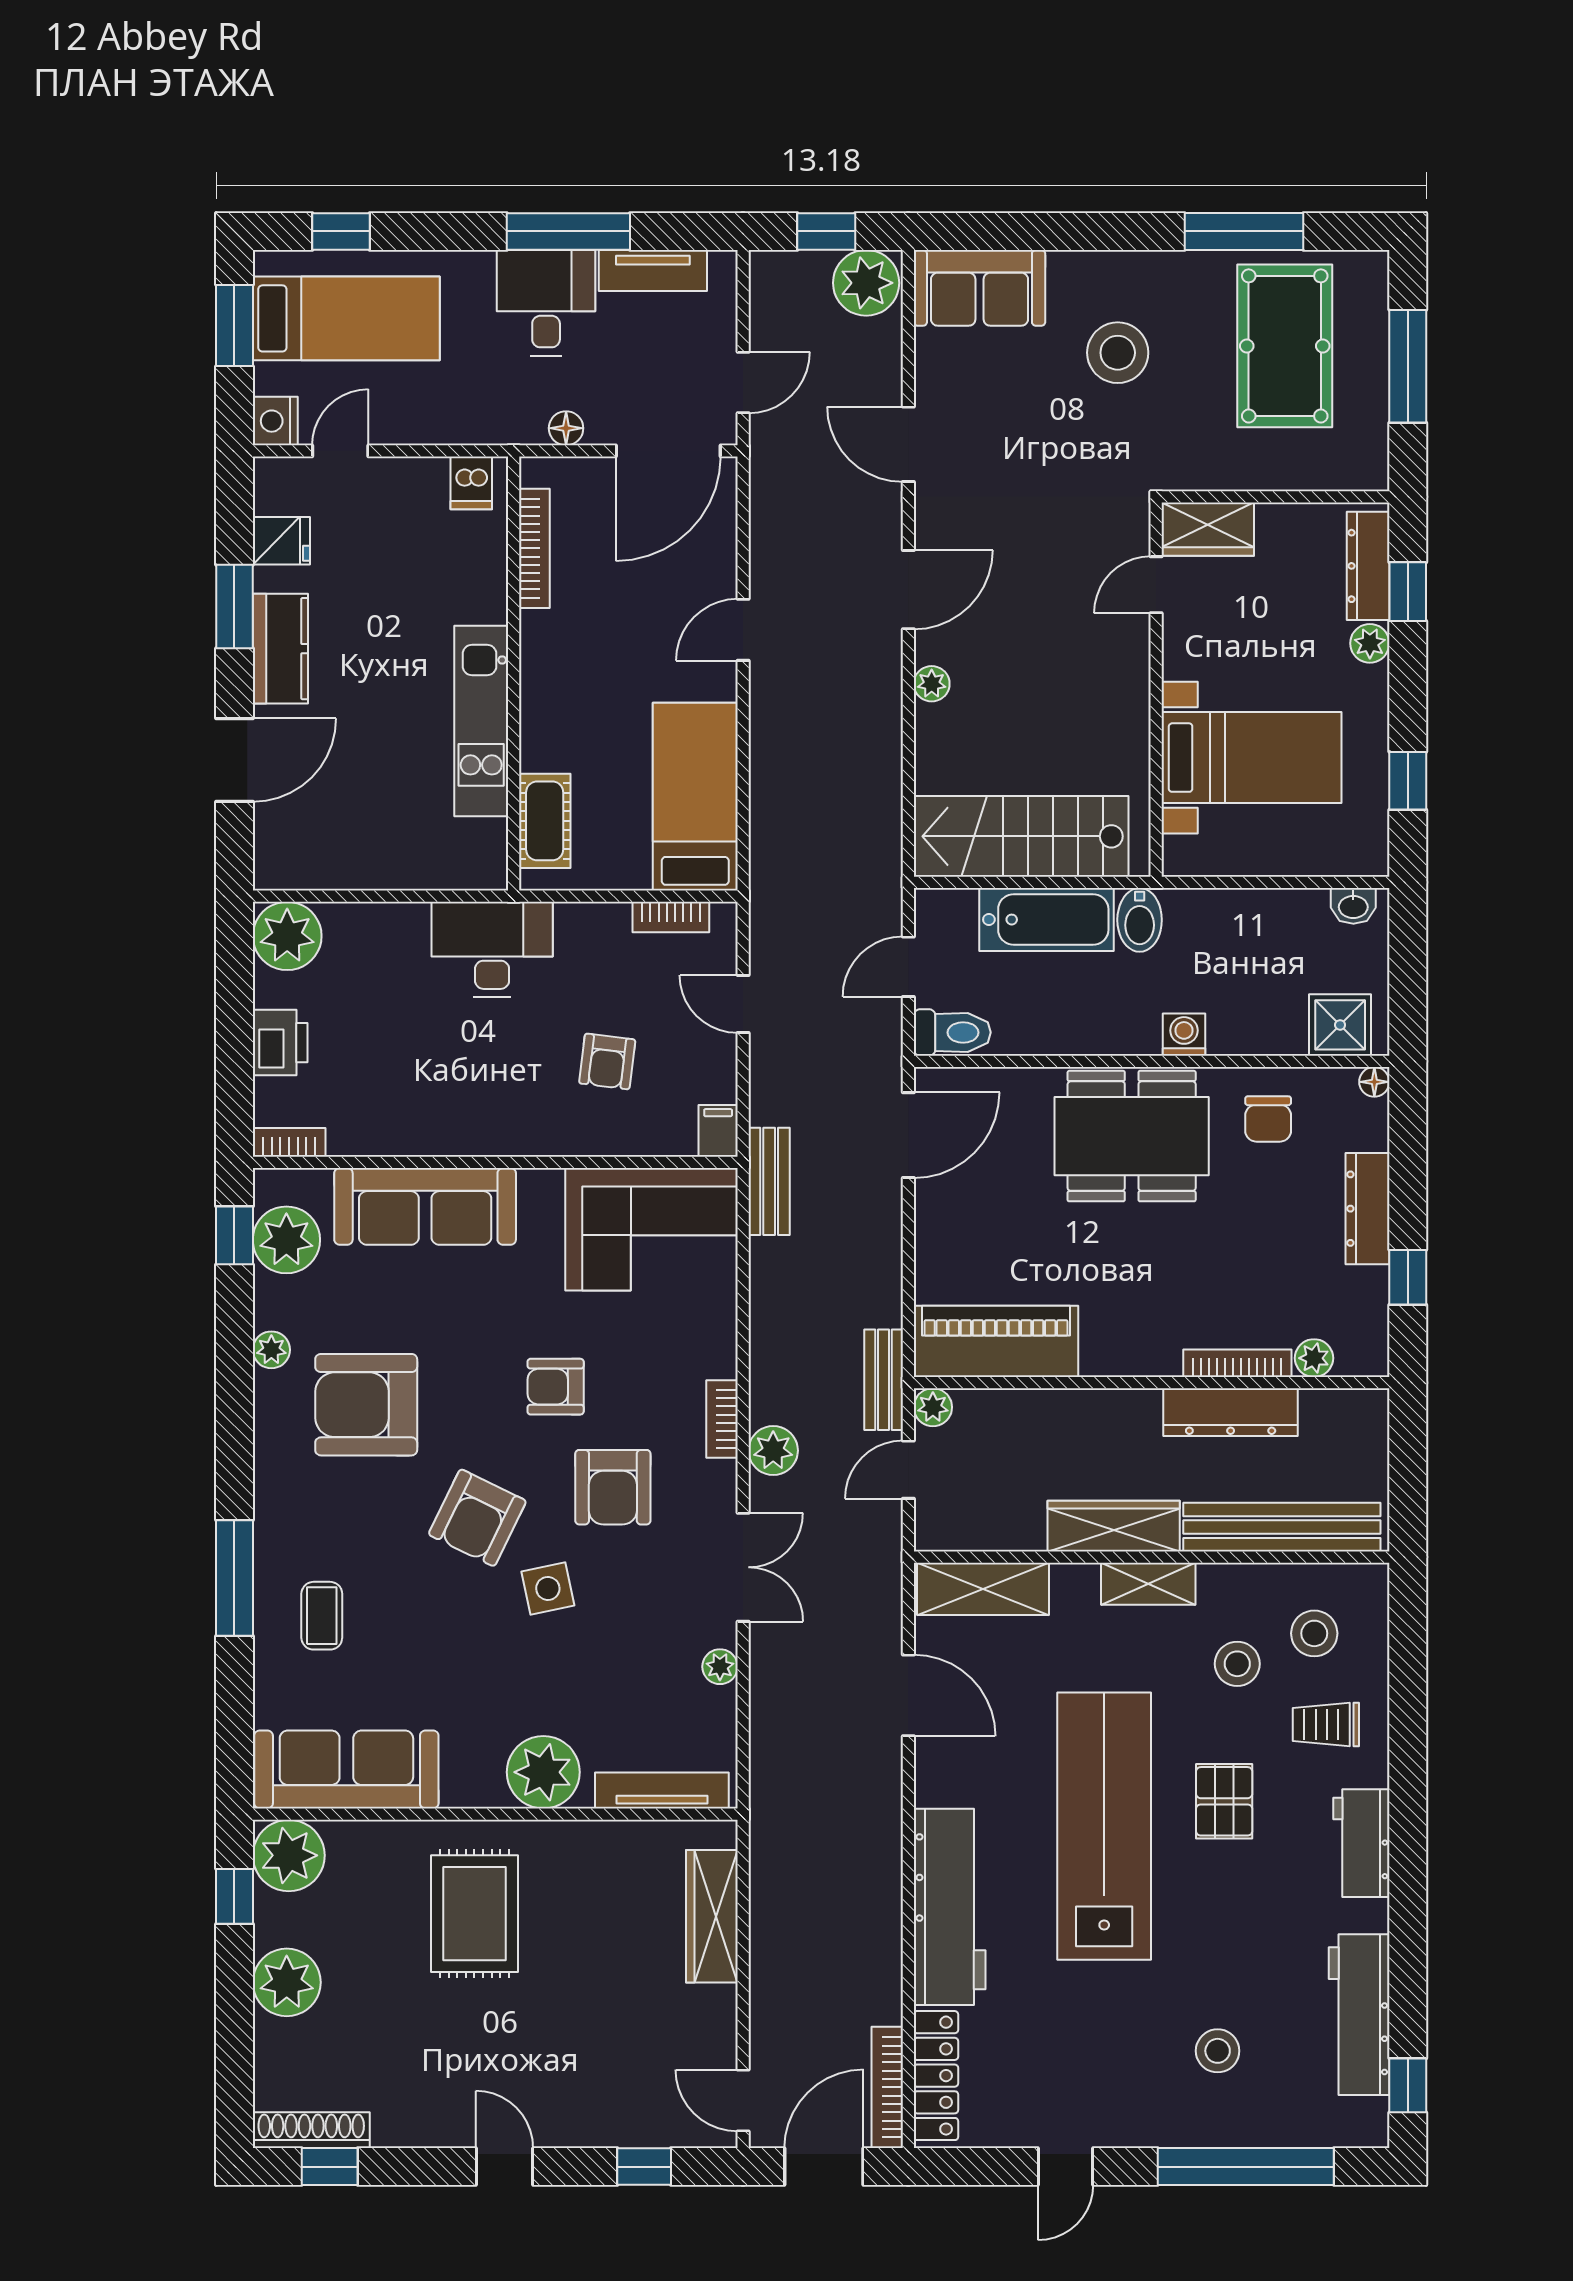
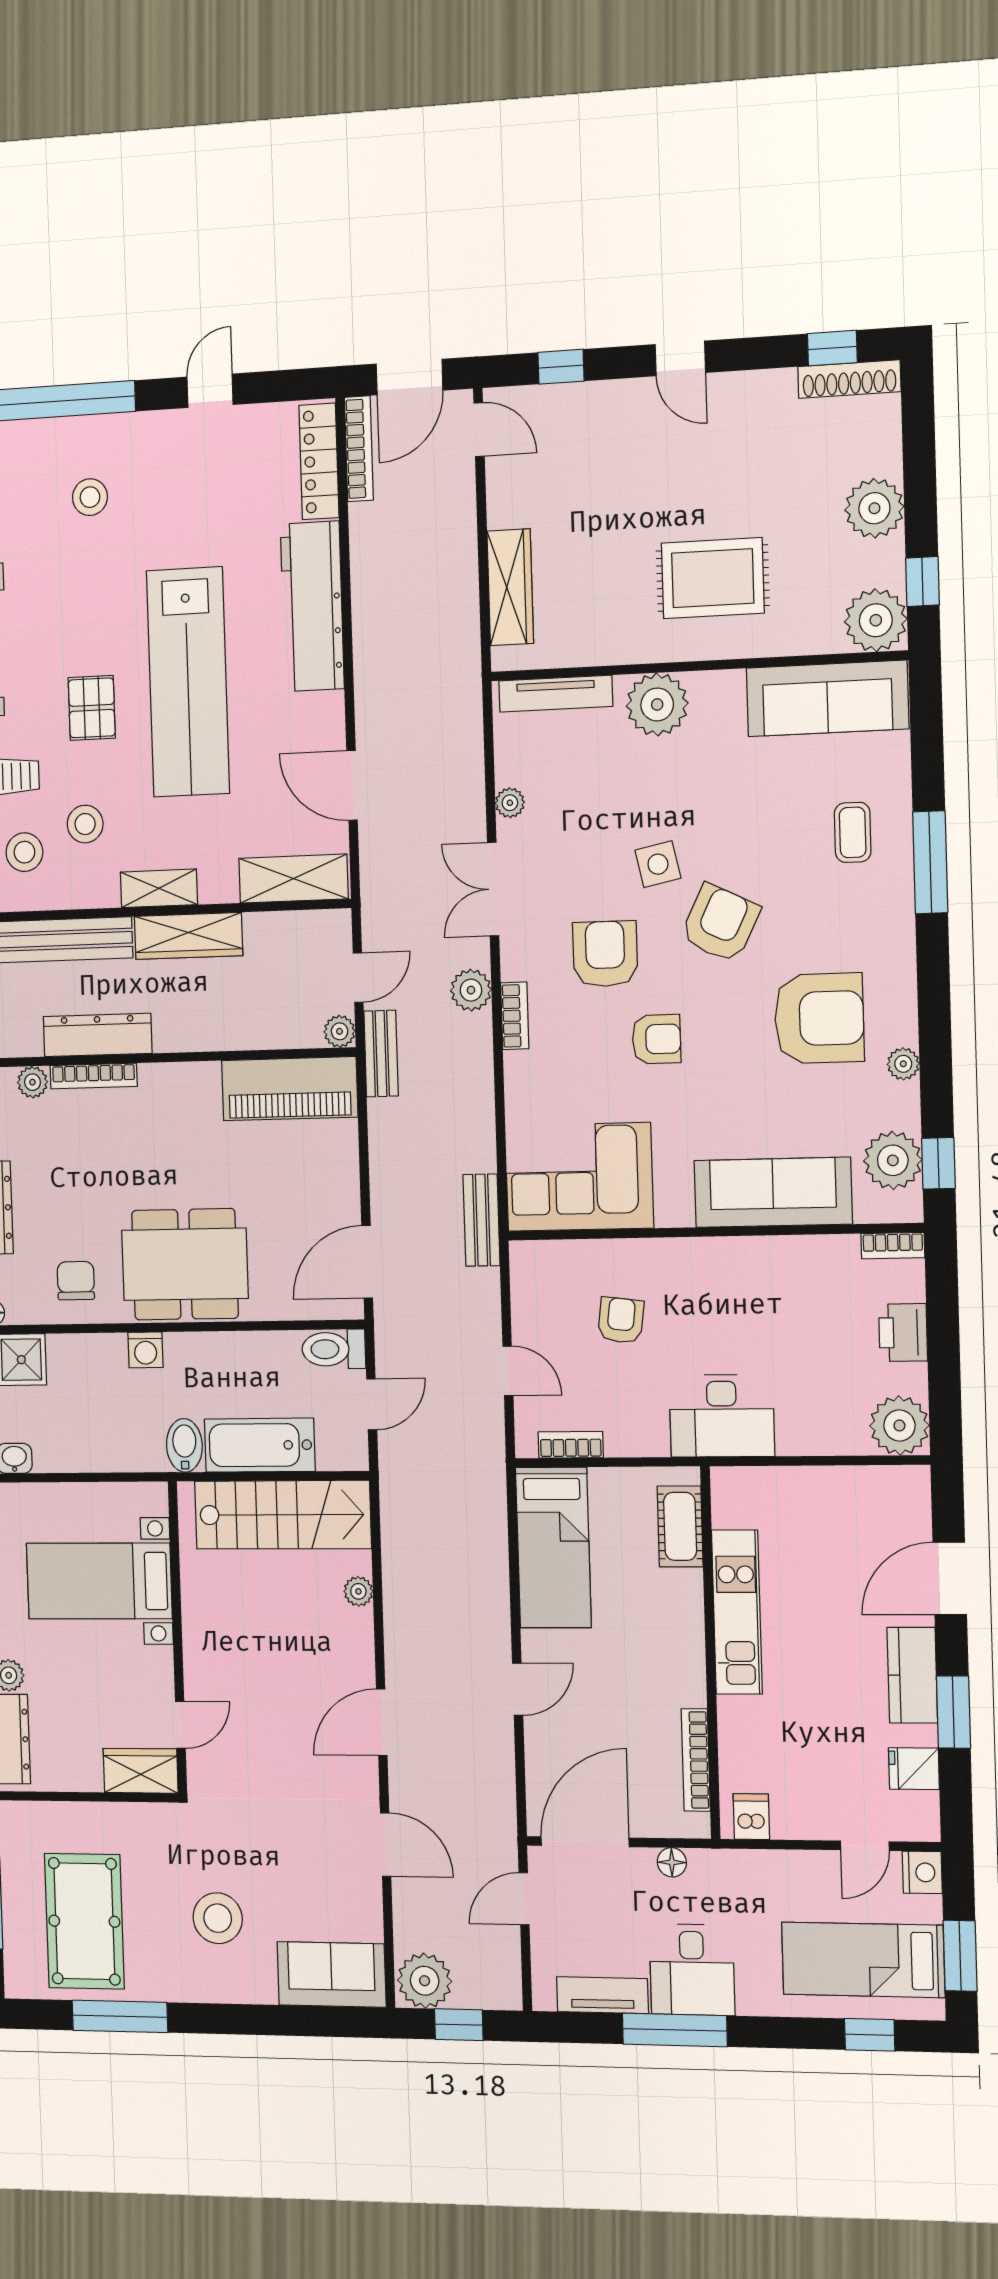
plant: (932, 684) -> (358, 1591), moved
filing cabinet: (718, 1131) -> (526, 1262), removed
rug: (474, 1914) -> (713, 578), turned 90

